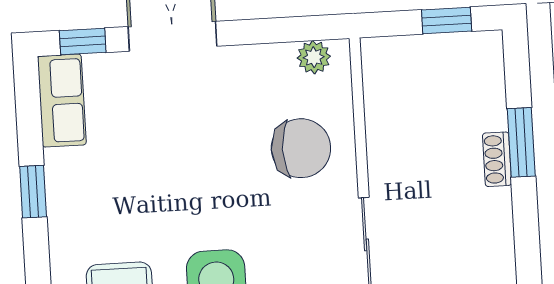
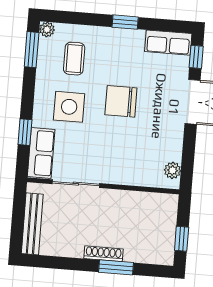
chair: (301, 148) -> (121, 101), moved, turned 90
shoe rack: (497, 159) -> (104, 254), width x1.43

